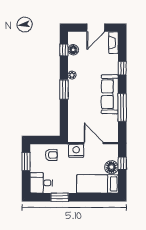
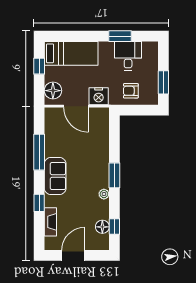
fireplace: (113, 43) -> (50, 222), moved
sofa: (110, 94) -> (55, 176), width x0.73
window: (122, 163) -> (39, 66), moved
floor lamp: (111, 167) -> (53, 91), moved
desk: (41, 183) -> (128, 56), moved, turned -90

